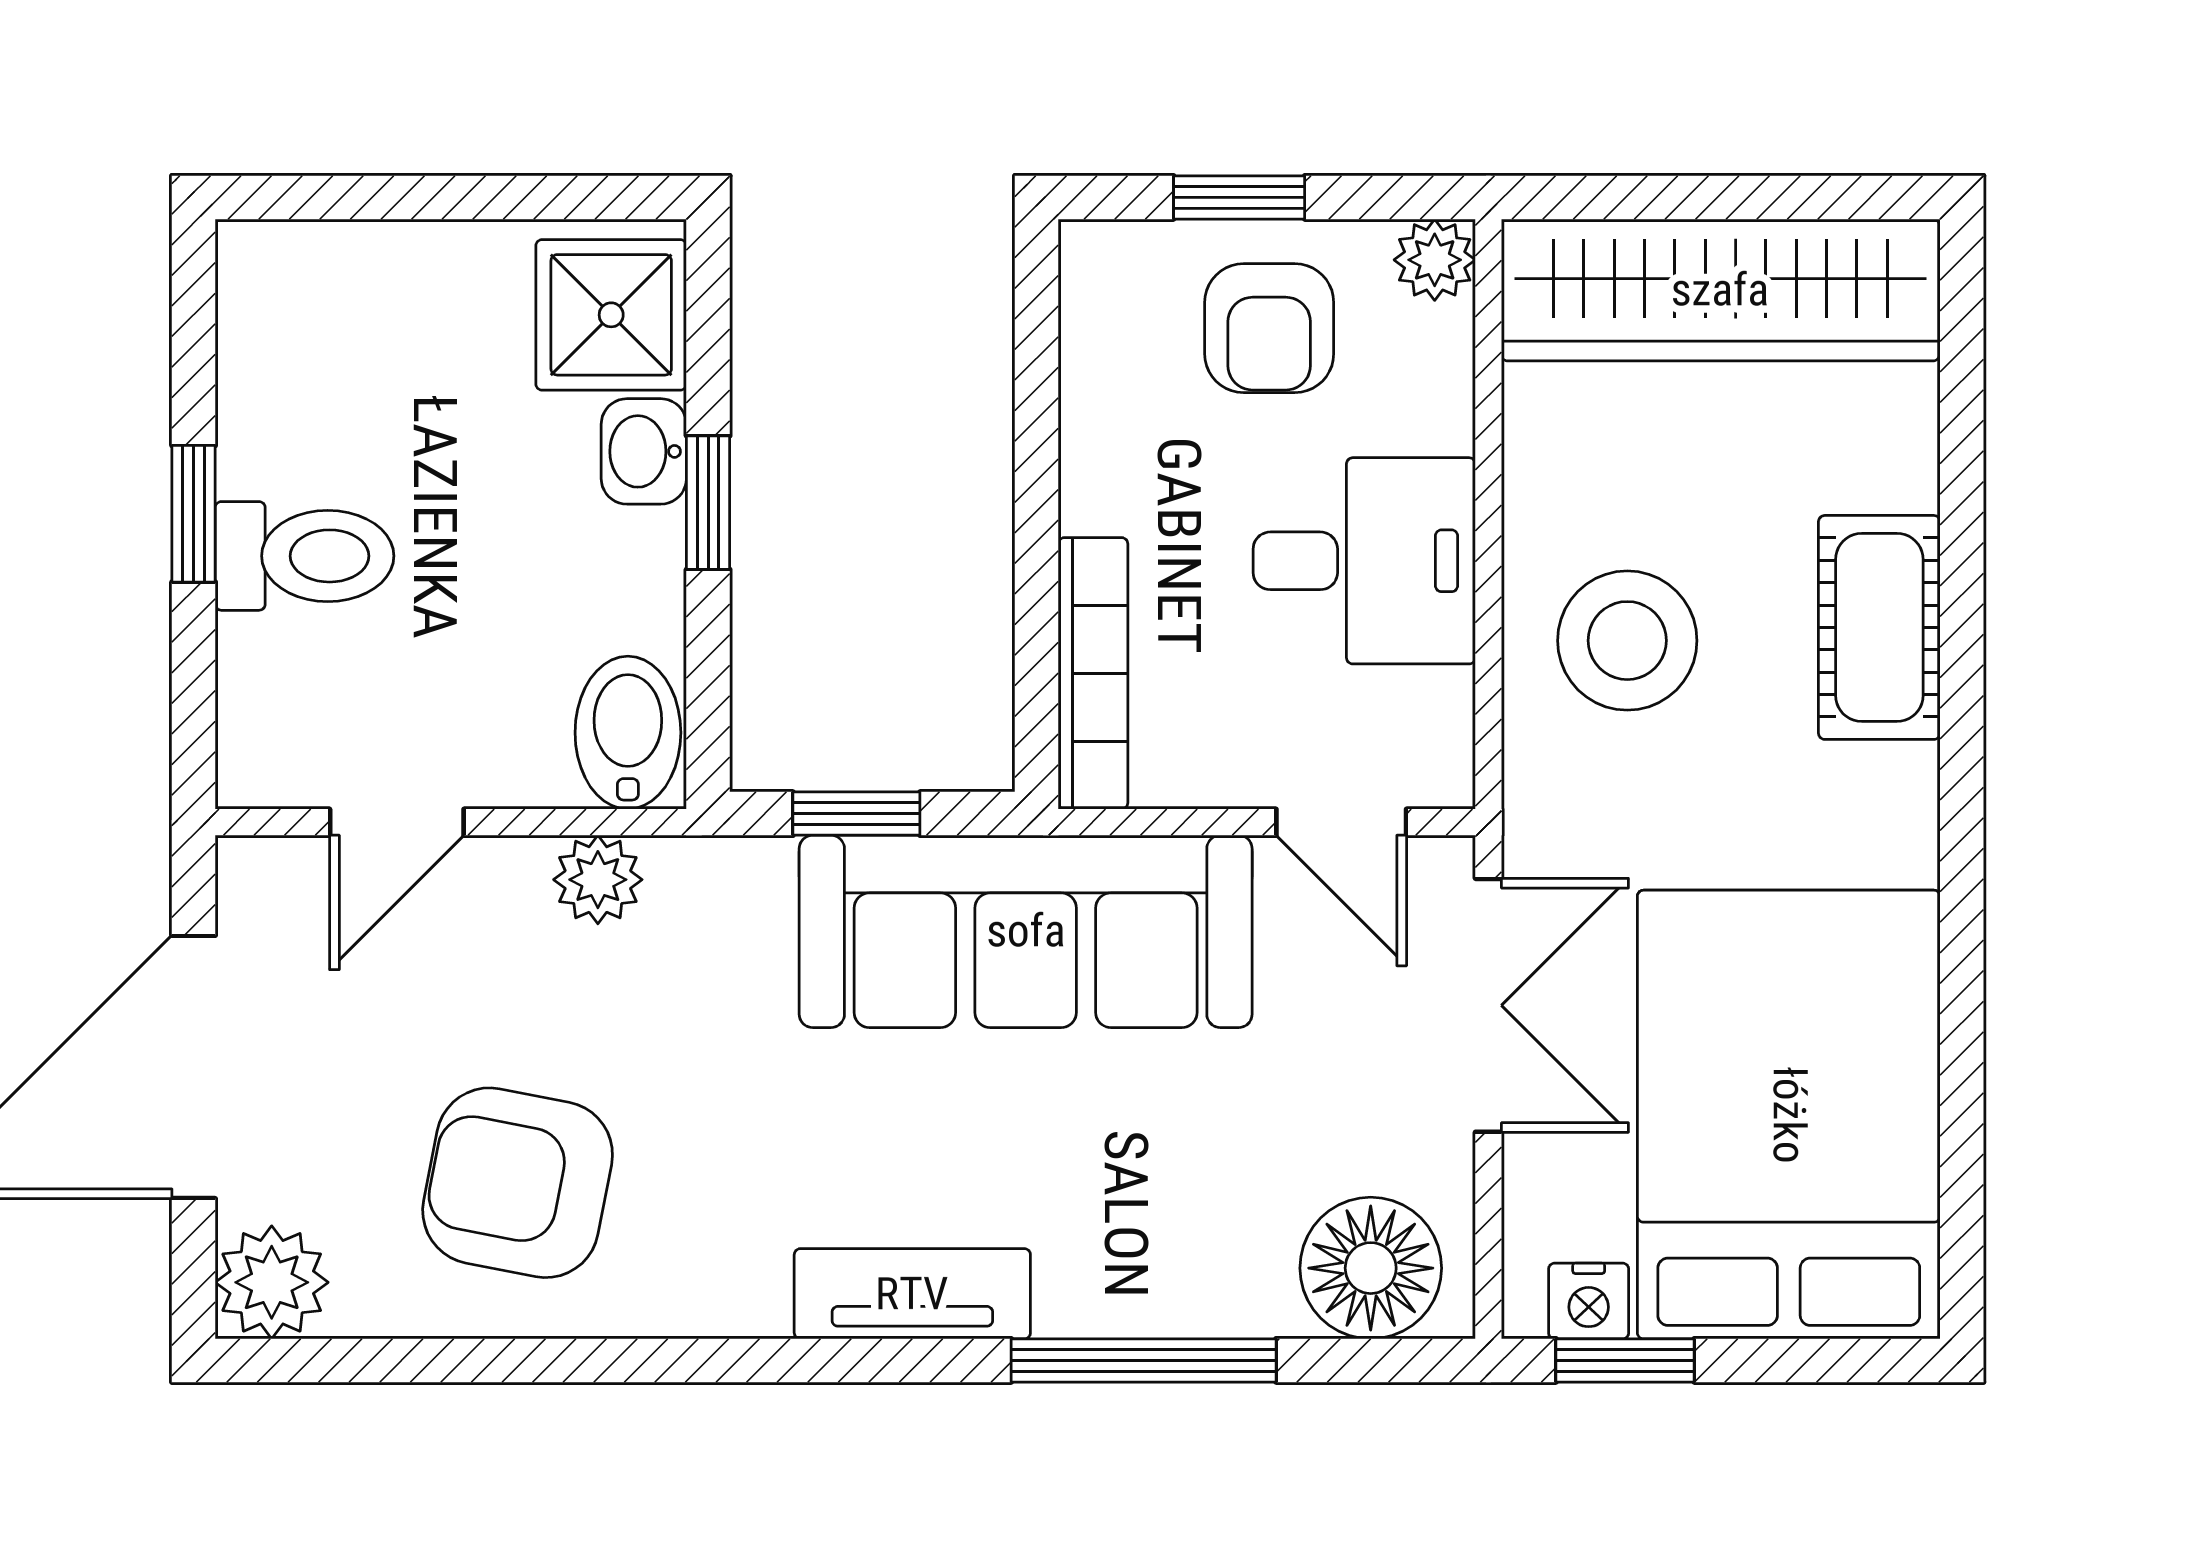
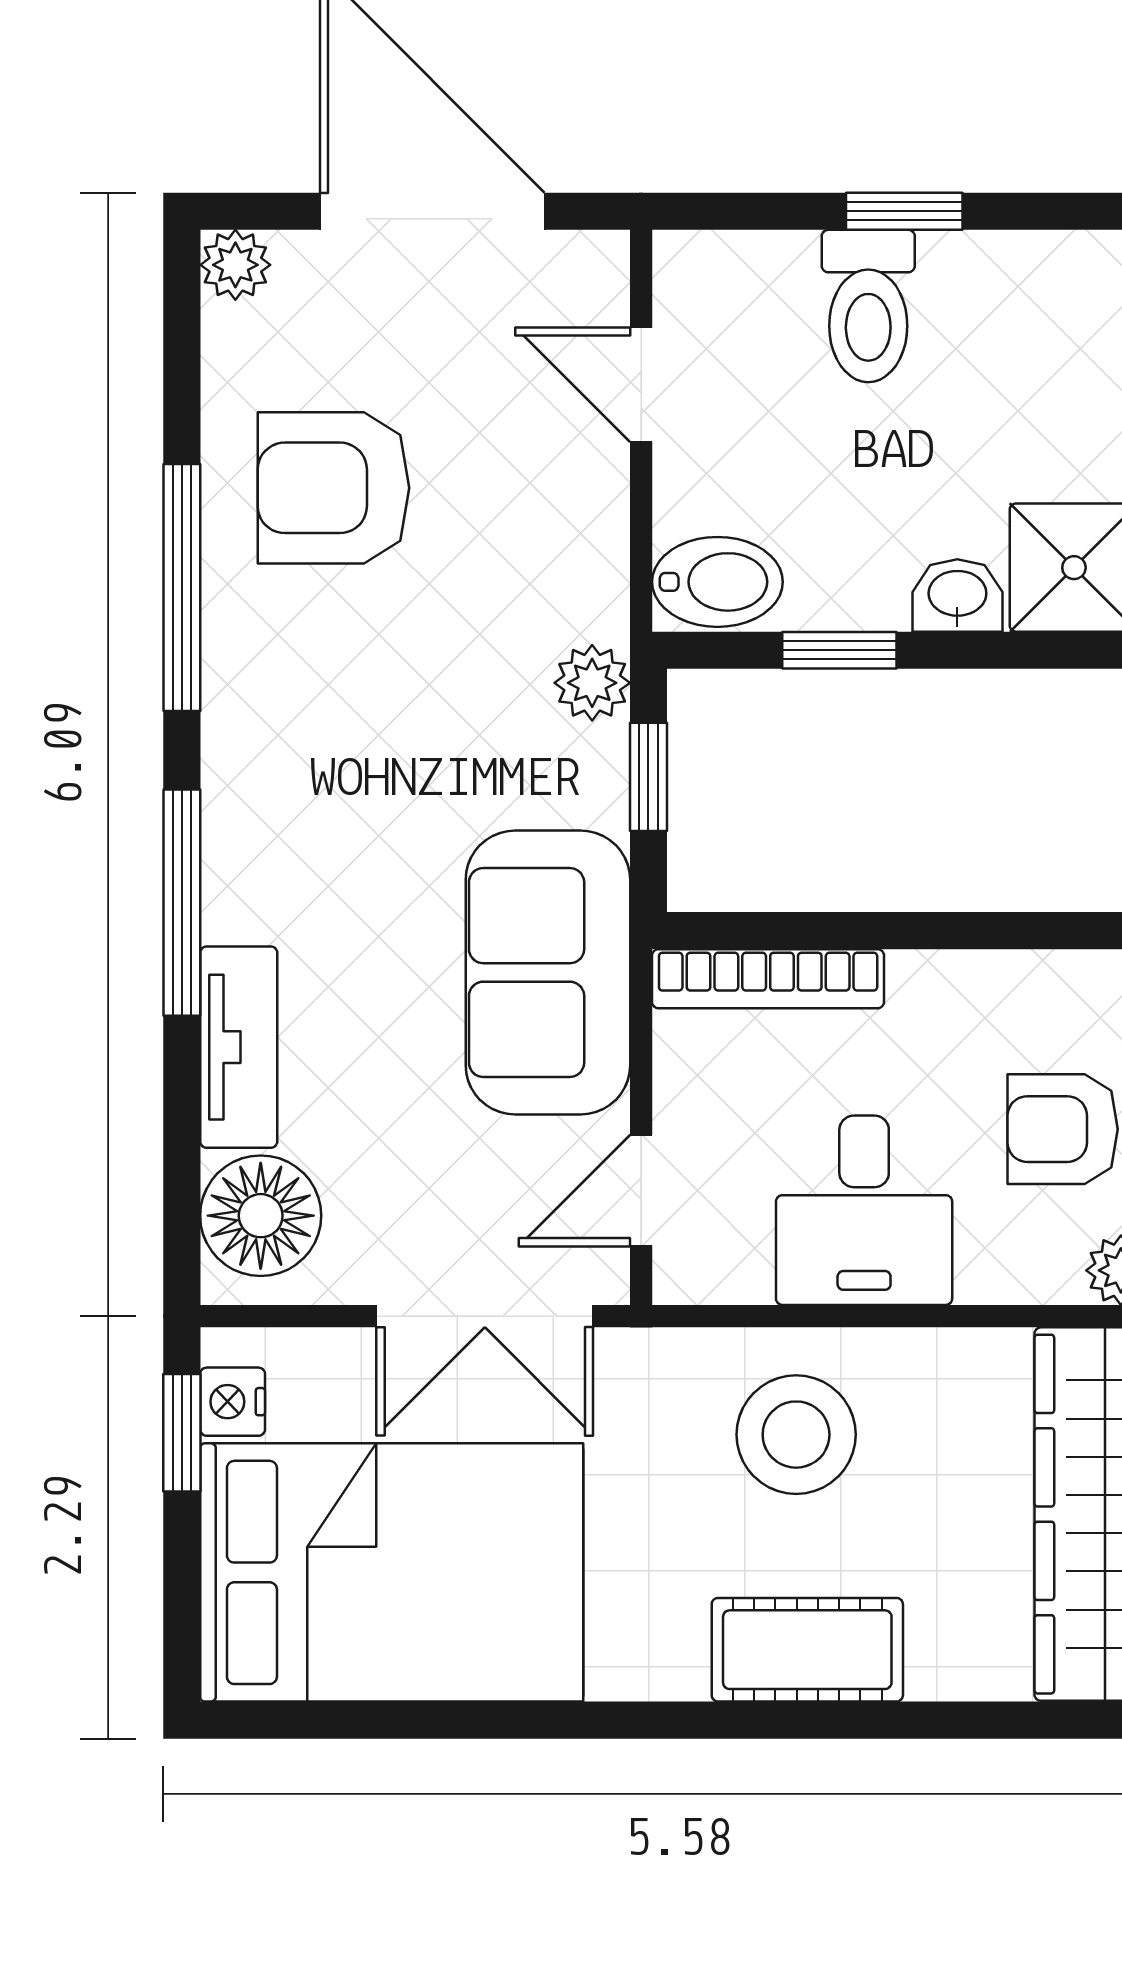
window: (708, 503) -> (839, 650), moved
plant: (598, 880) -> (592, 683), moved
sofa: (1026, 931) -> (548, 972), width x0.73
armchair: (518, 1183) -> (334, 488), turned -101
plant: (272, 1282) -> (235, 265), width x0.73, depth x0.73
tv unit: (912, 1294) -> (239, 1047), moved
window: (634, 1360) -> (182, 587), added
window: (1144, 1360) -> (182, 903), moved

